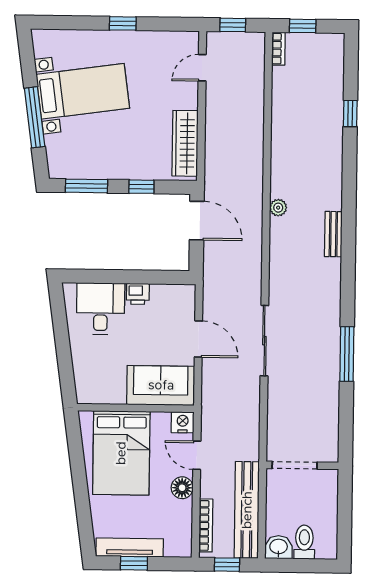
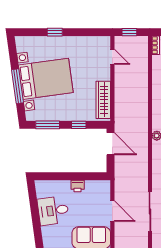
window: (123, 23) -> (55, 32), moved
door: (202, 68) -> (112, 57), swing flipped
bed with nightstands: (83, 91) -> (46, 79), width x1.36
desk: (101, 309) -> (53, 211), moved, turned -98

